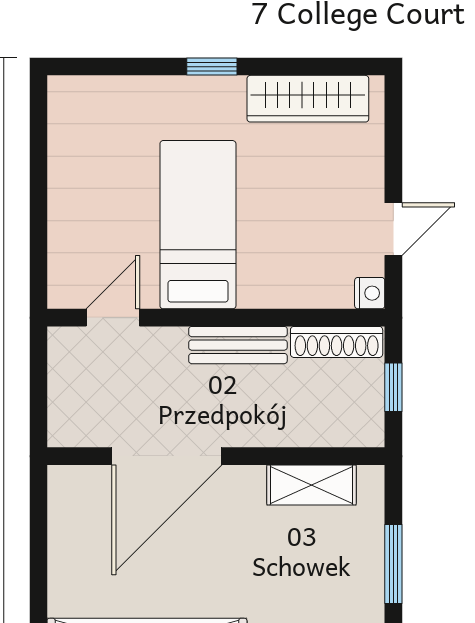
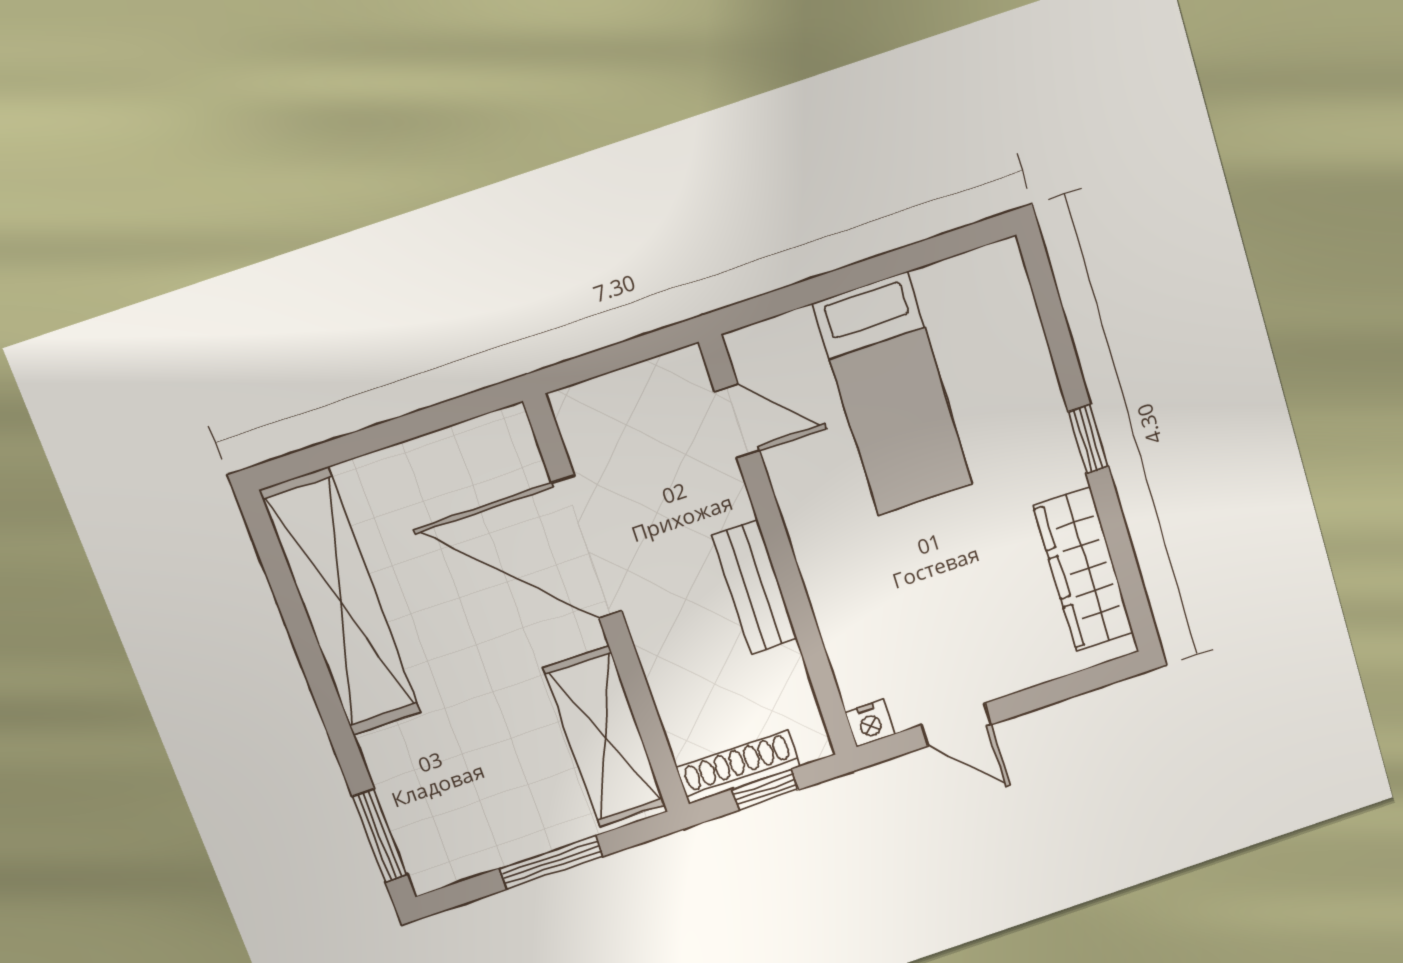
bed: (198, 225) -> (893, 394), moved, turned 90
shoe rack: (337, 342) -> (738, 767), moved, turned 90
shelving: (311, 485) -> (605, 737), width x1.50, depth x1.33

